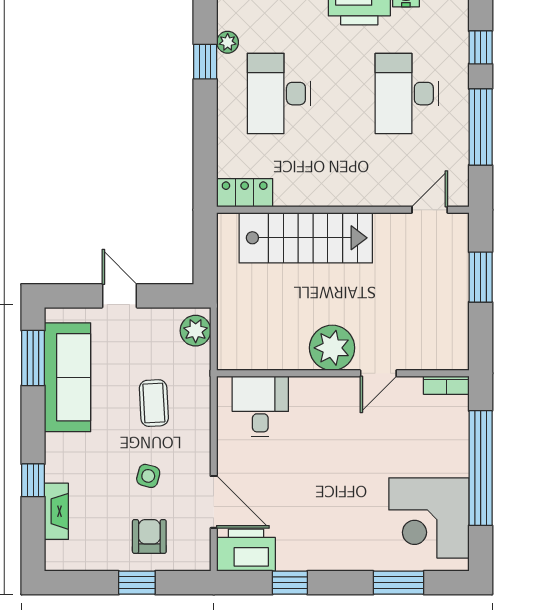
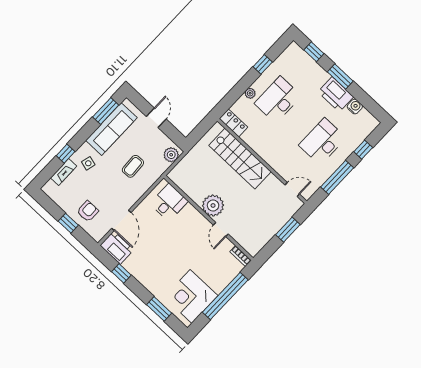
plant: (228, 42) -> (250, 93), moved
door: (378, 373) -> (221, 229), hinge flipped
side table: (148, 476) -> (88, 163), moved

